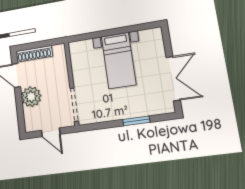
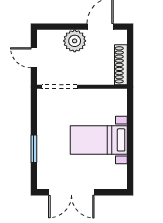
shoe rack: (34, 54) -> (121, 65), moved
door: (51, 132) -> (34, 58), hinge flipped

